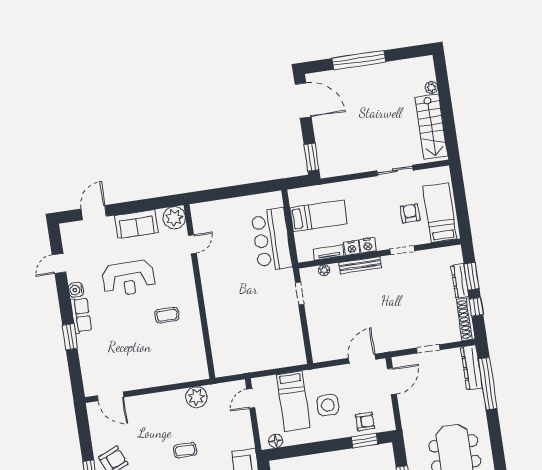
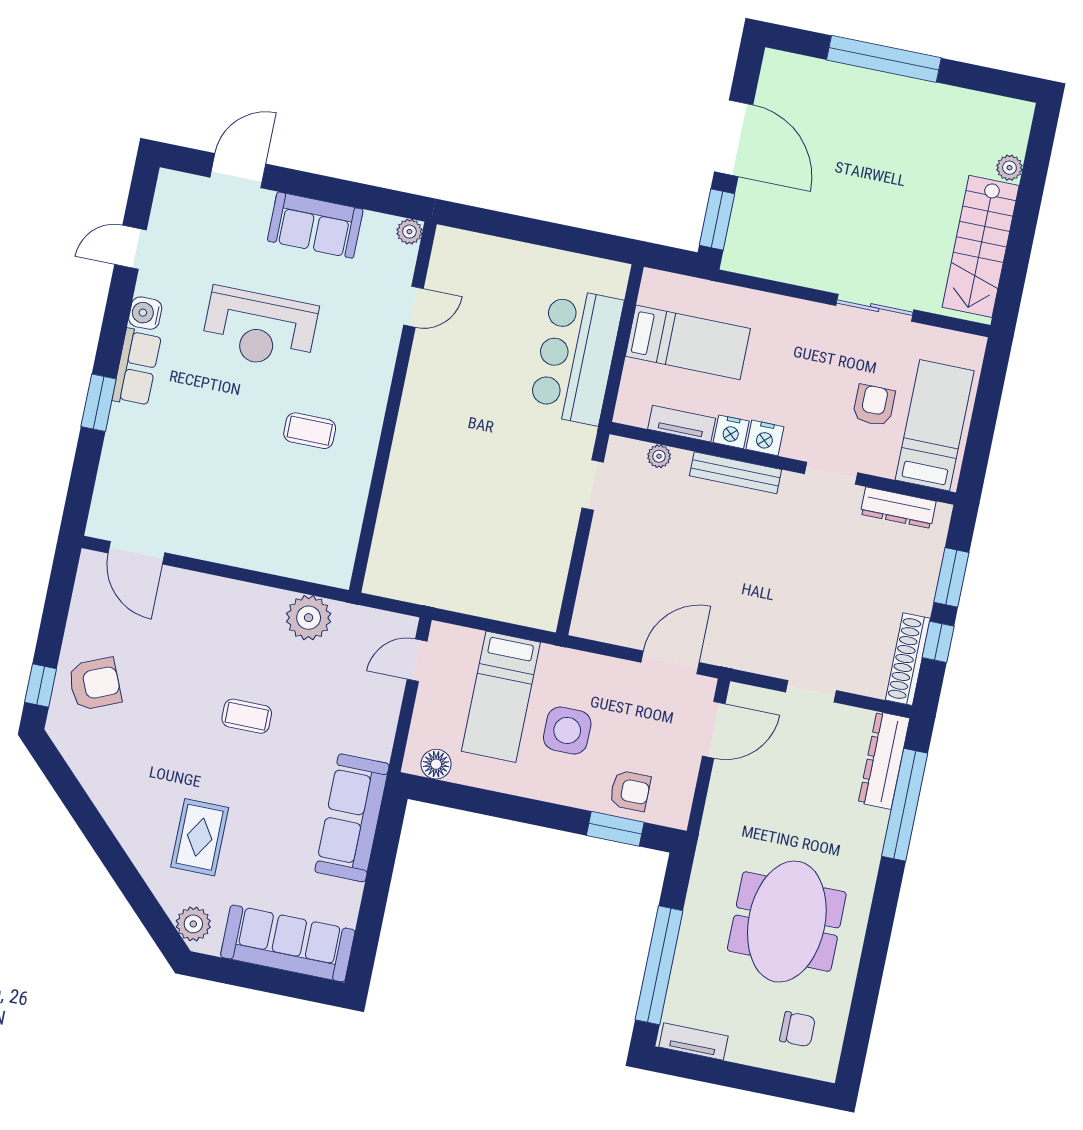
door: (303, 100) -> (734, 138), moved
plant: (174, 218) -> (409, 232), width x0.53, depth x0.53
dresser: (460, 281) -> (898, 508), moved, turned -90

